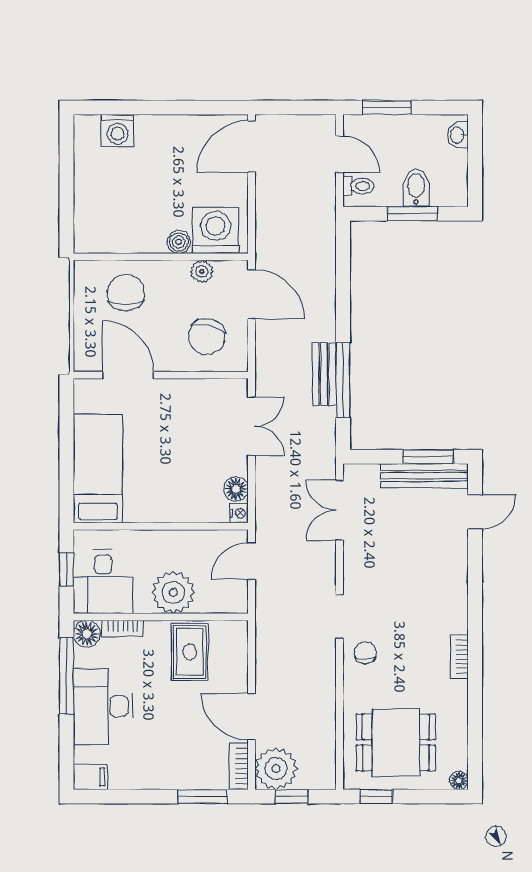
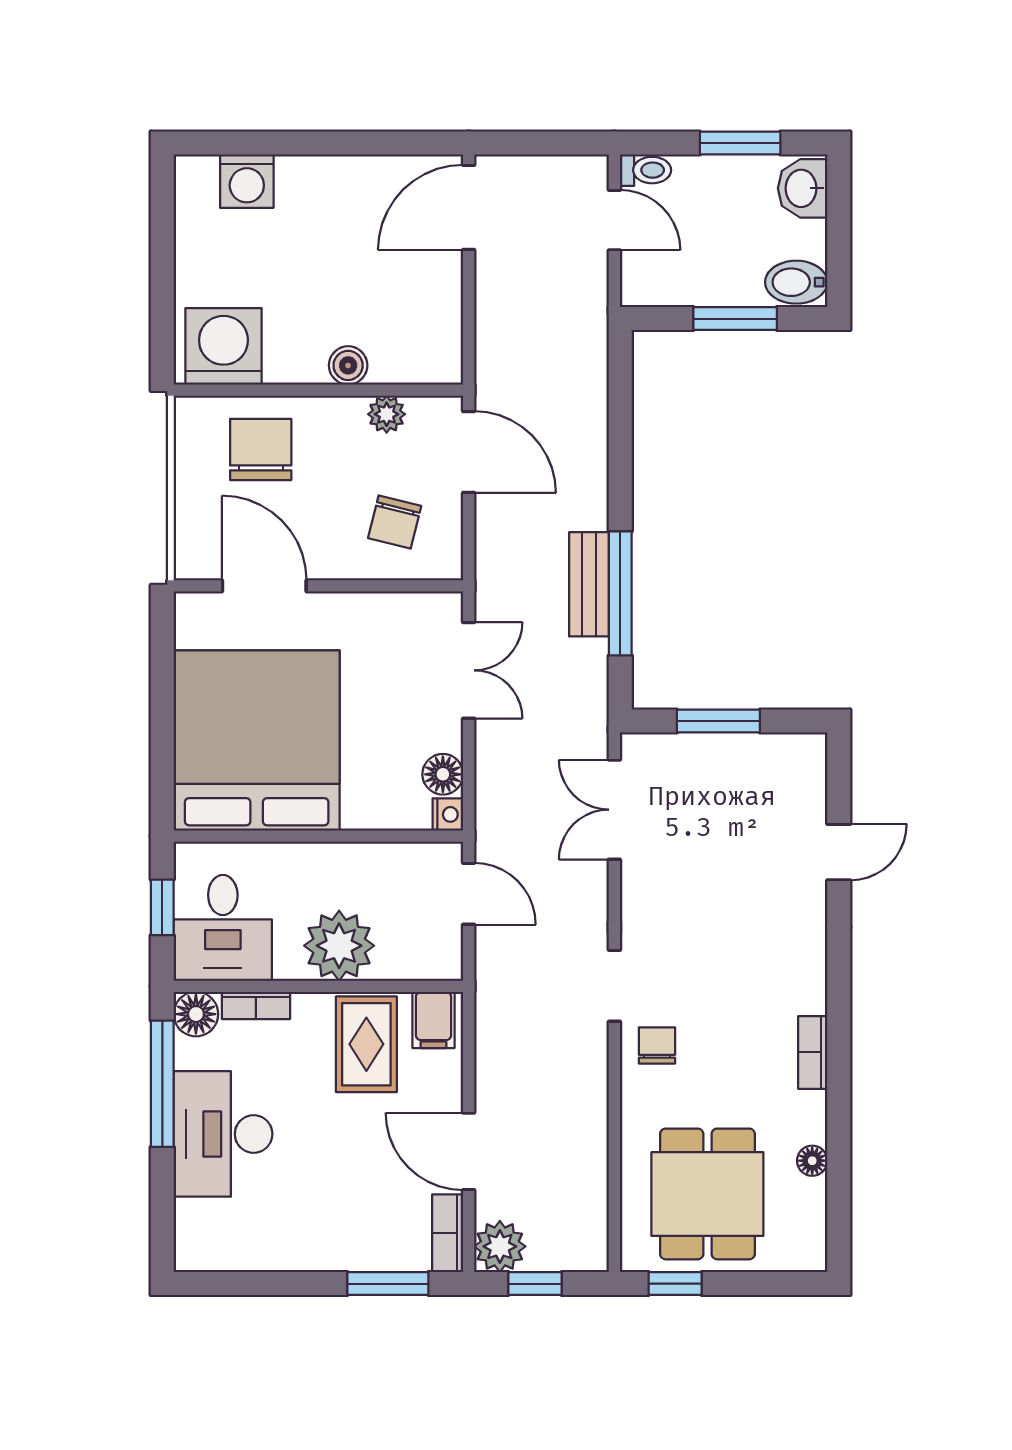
window: (387, 108) -> (740, 143), moved
washbasin: (458, 135) -> (803, 188), width x1.38, depth x1.45
toilet: (358, 186) -> (645, 170), moved
bidet: (416, 188) -> (796, 282), moved, turned -90
washing machine: (216, 230) -> (223, 346), moved
chair: (207, 337) -> (395, 522), width x0.73, depth x0.73
window: (428, 457) -> (718, 721), moved
bed: (98, 469) -> (257, 741), width x2.04
bench: (424, 476) -> (755, 753), removed
door: (475, 512) -> (839, 852), moved
door: (251, 561) -> (469, 894), swing flipped
dining table: (396, 742) -> (707, 1194), turned 90
plant: (276, 768) -> (500, 1246), width x0.73, depth x0.73
filing cabinet: (90, 777) -> (434, 1020), moved, turned 90
floor lamp: (459, 781) -> (812, 1161), moved

